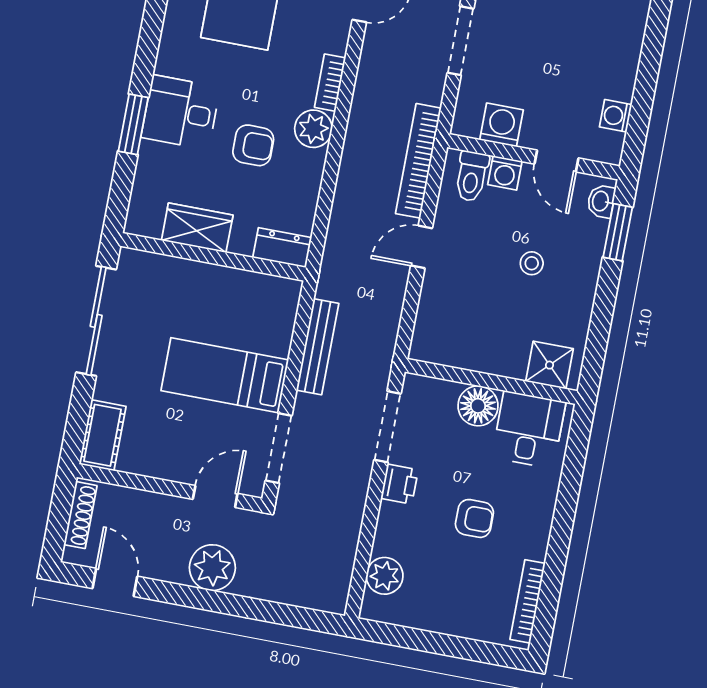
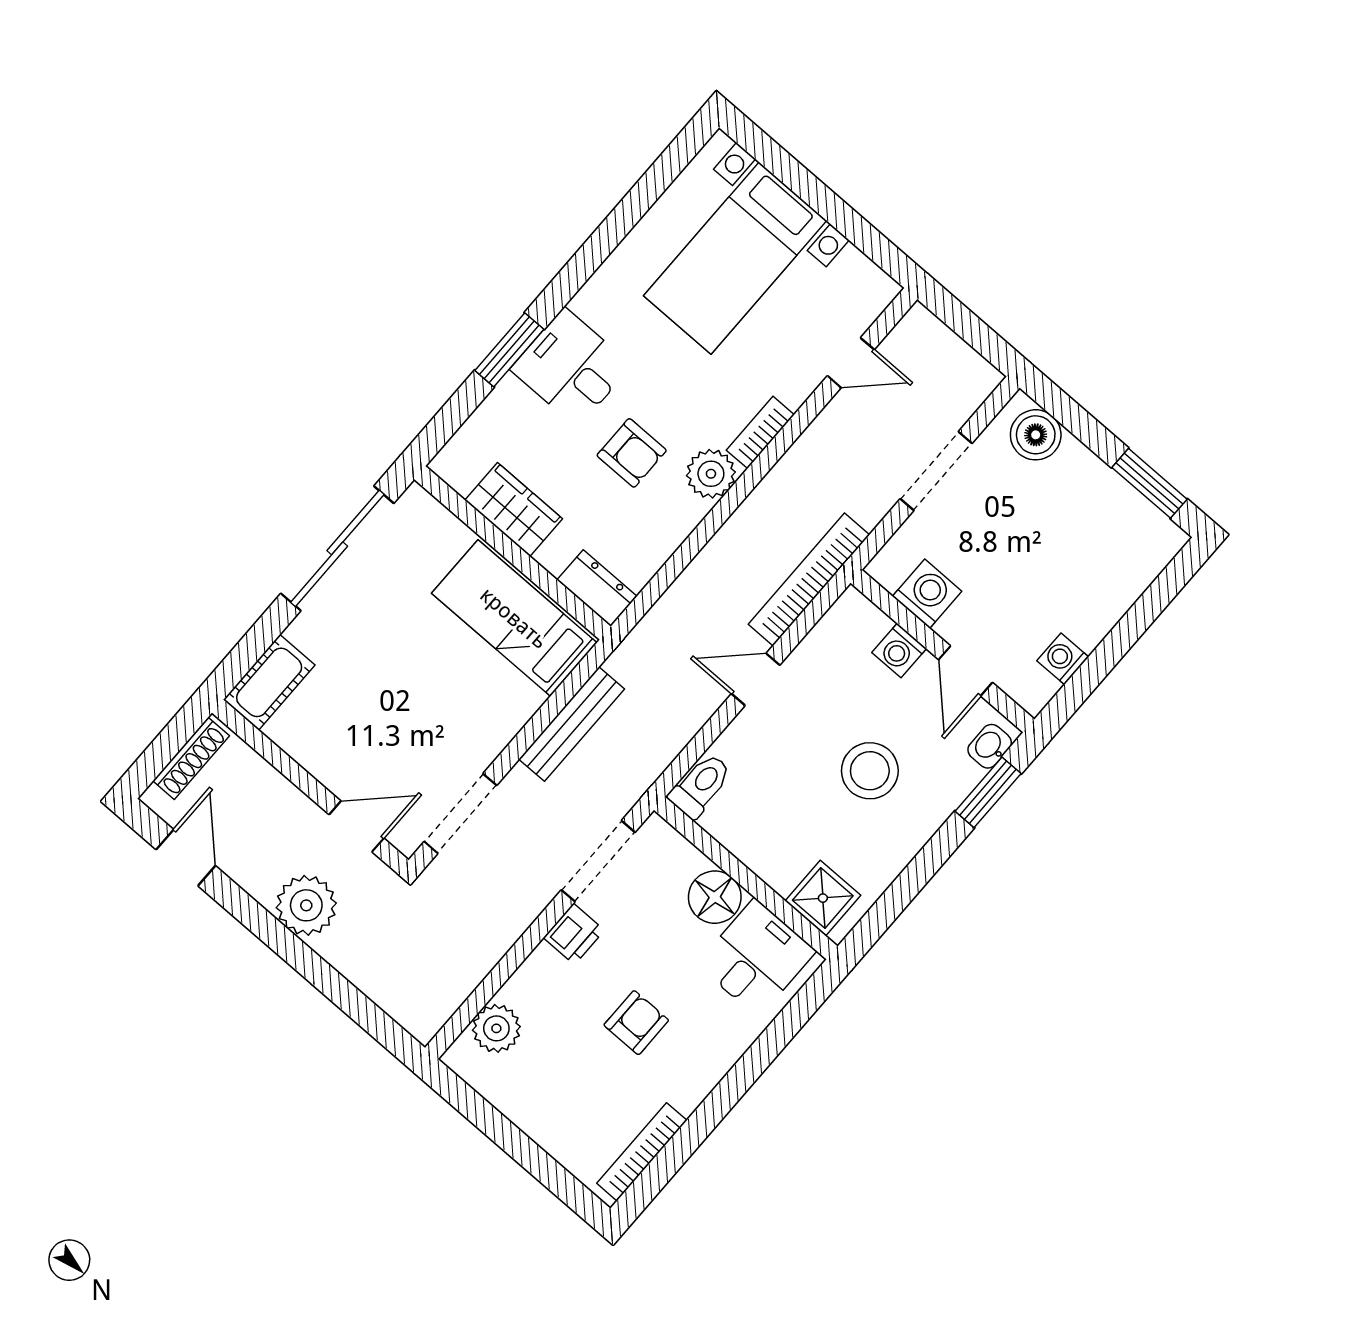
toilet: (472, 176) -> (700, 786), moved, turned 180
stool: (532, 263) -> (870, 771), width x1.89, depth x1.89
bed: (225, 375) -> (514, 618), moved
armchair: (474, 518) -> (636, 1023), turned -90

